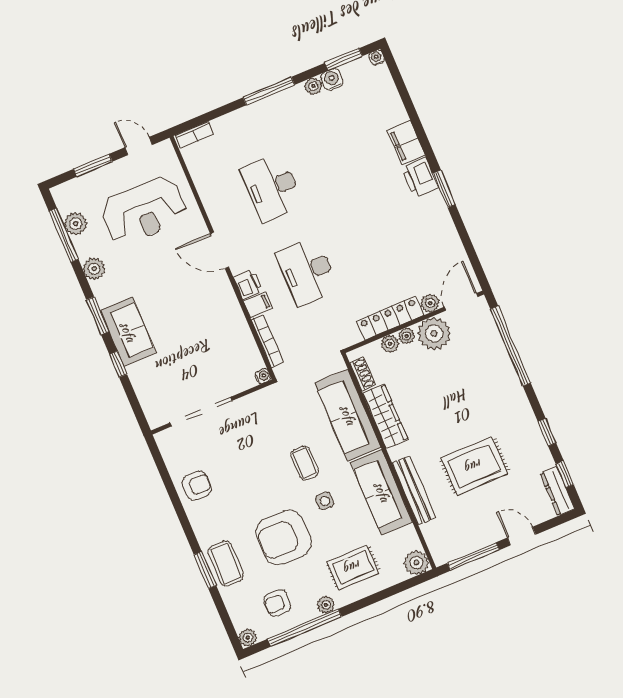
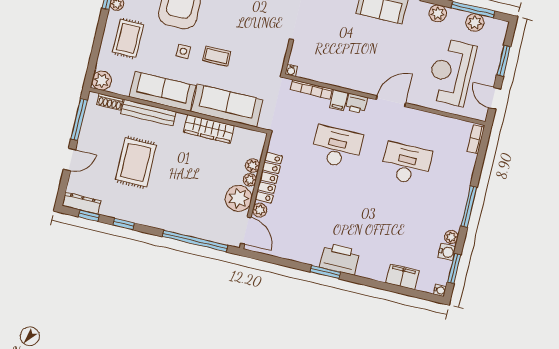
filing cabinet: (406, 143) -> (402, 277), moved
door: (139, 146) -> (495, 98), swing flipped
printer: (420, 177) -> (340, 259), width x1.37, depth x1.19
shoe rack: (363, 374) -> (110, 102), moved

